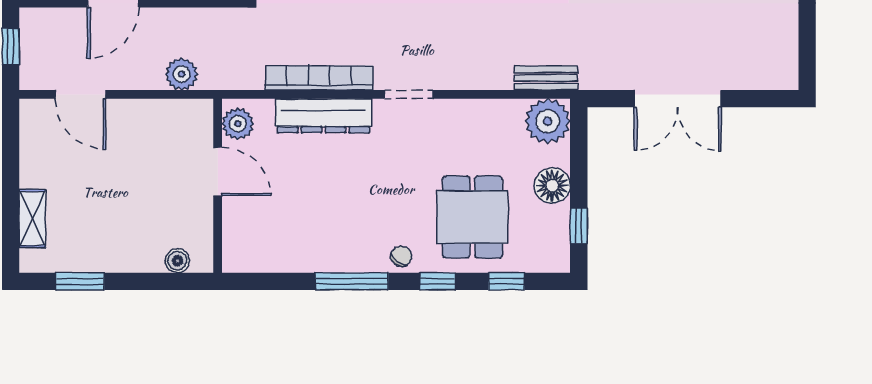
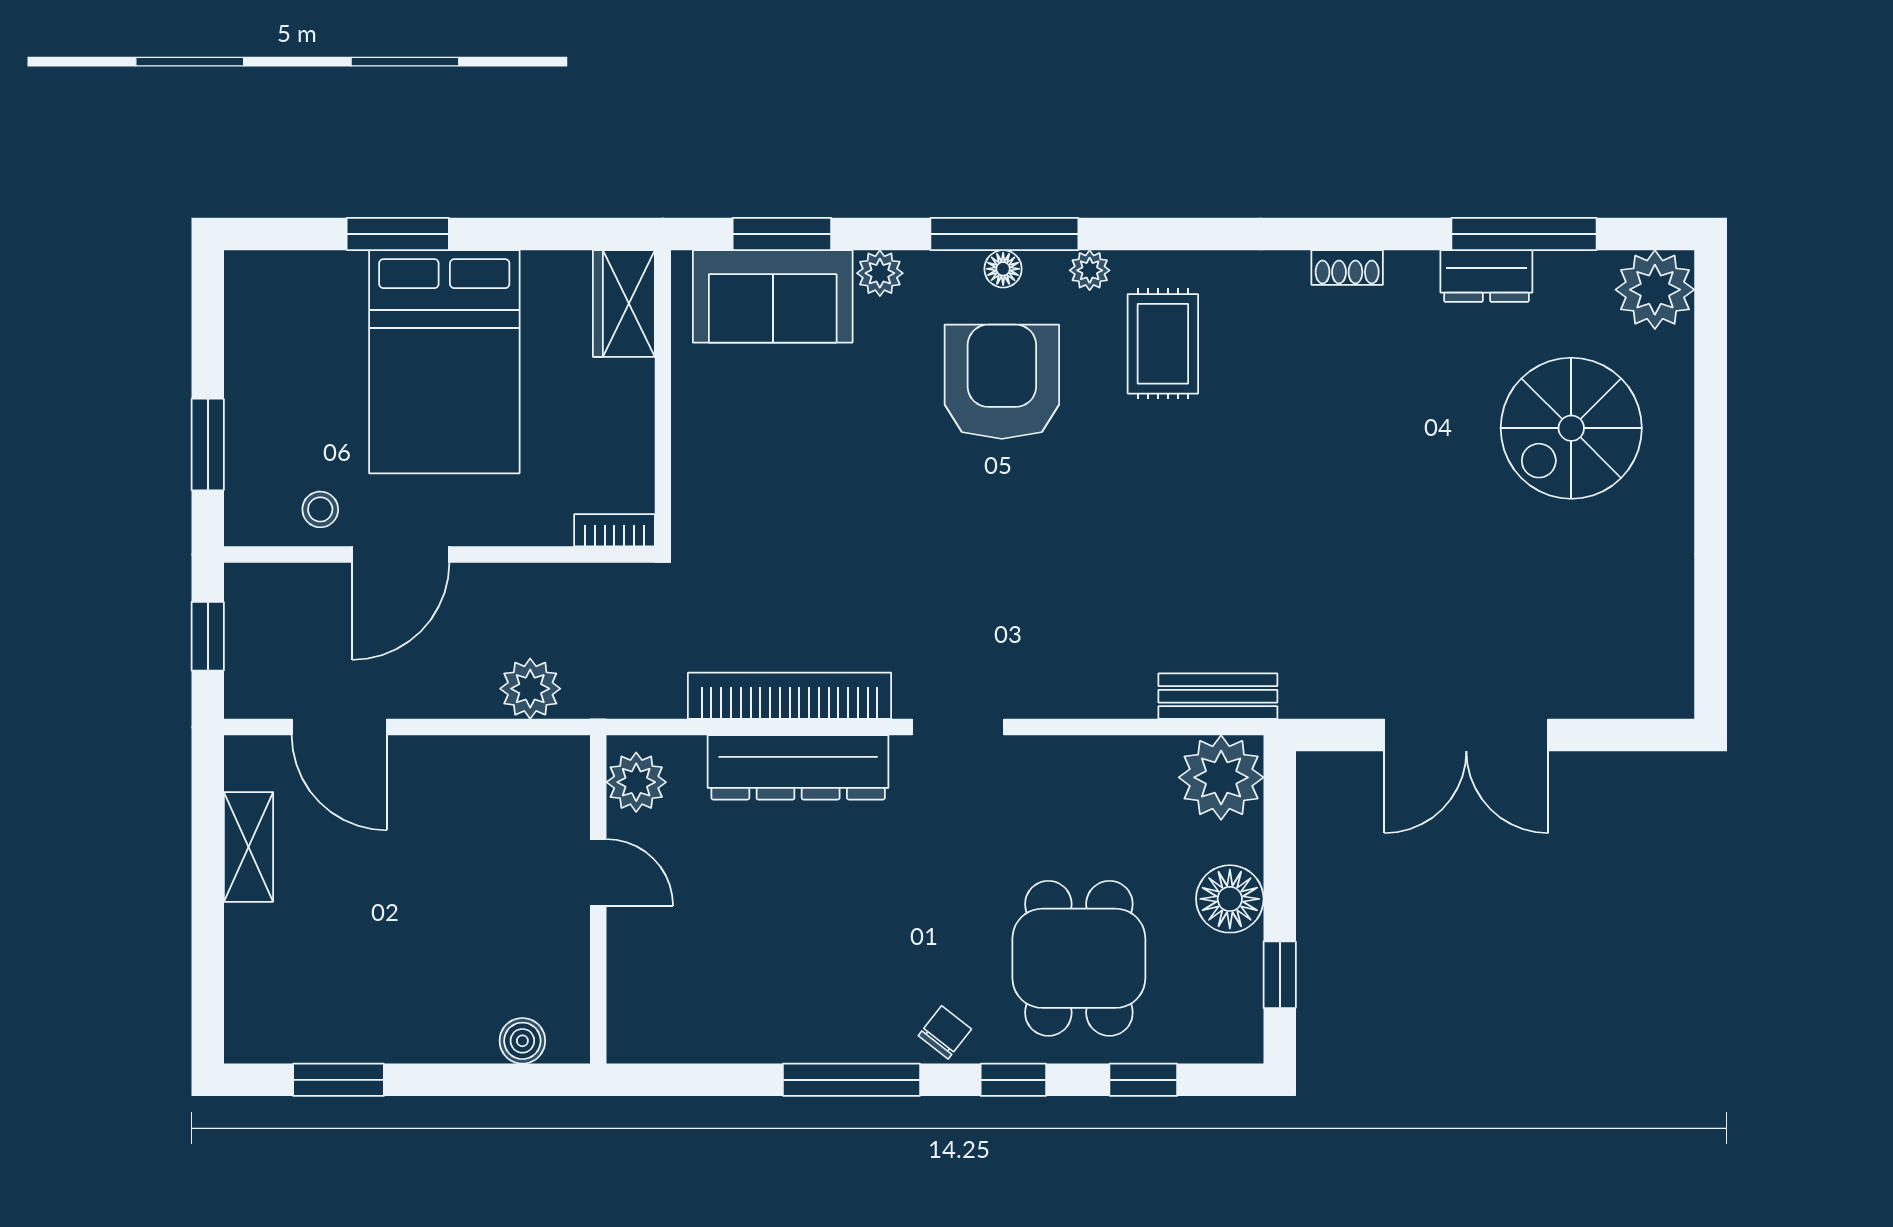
door: (218, 172) -> (598, 873), width x0.73
shelving: (32, 219) -> (249, 847), moved

